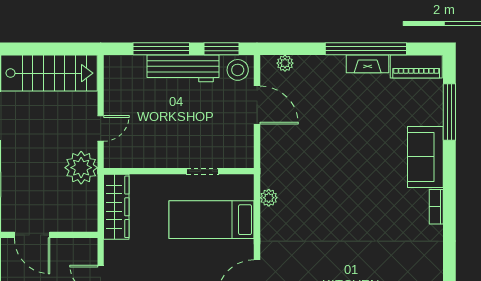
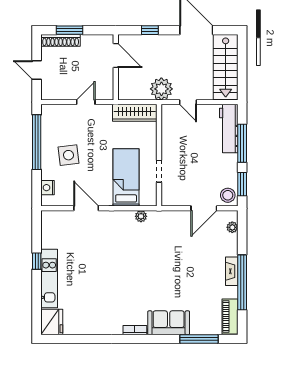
fireplace: (368, 64) -> (232, 271), moved
workbench: (183, 68) -> (229, 129), moved
door: (32, 235) -> (116, 56), swing flipped

